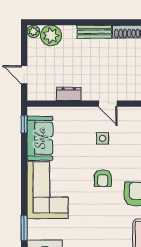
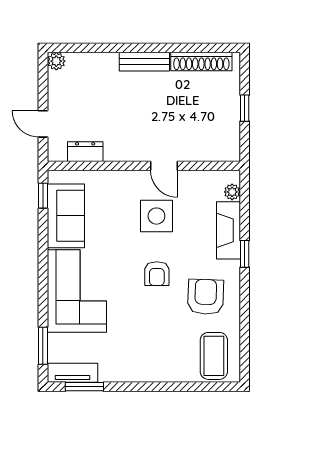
plant: (51, 36) -> (82, 67), removed
dresser: (69, 94) -> (85, 152), moved
side table: (103, 138) -> (156, 216), width x1.87, depth x1.87

